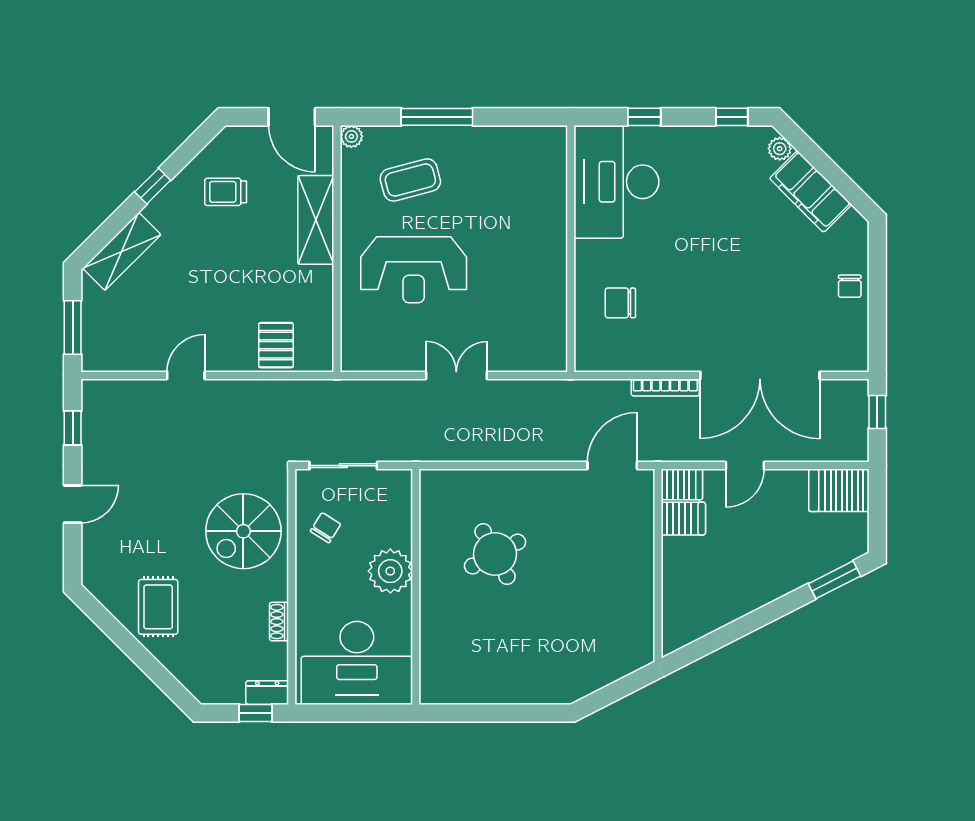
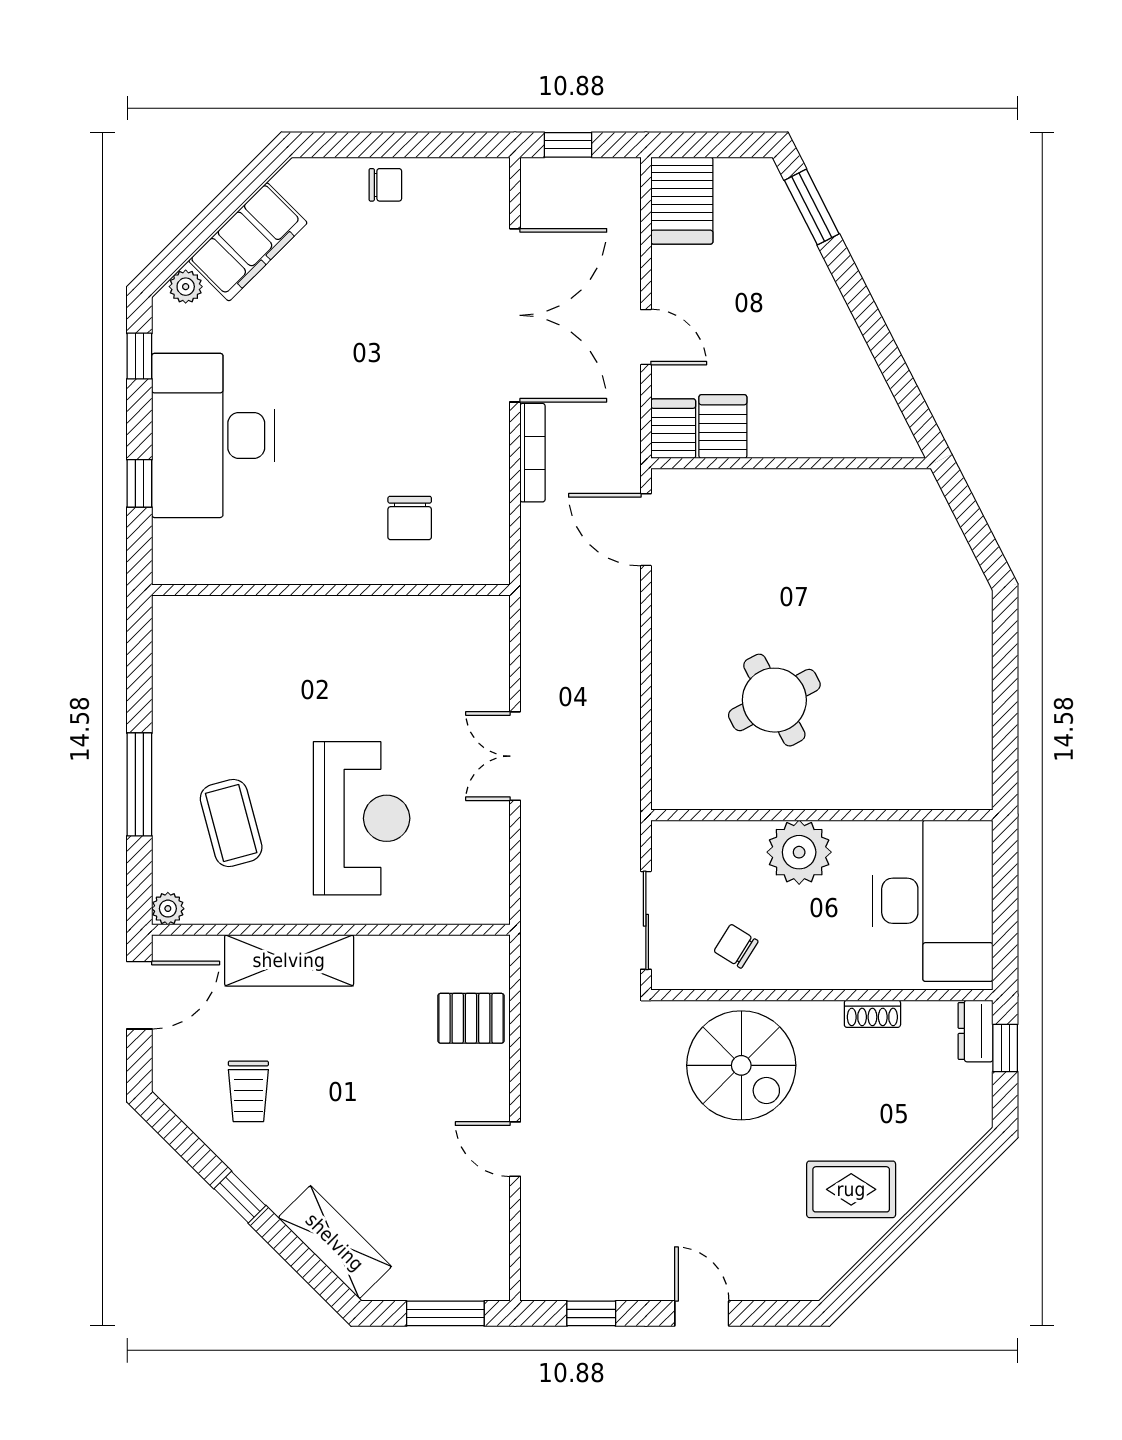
desk: (616, 182) -> (213, 435), moved, turned 90

